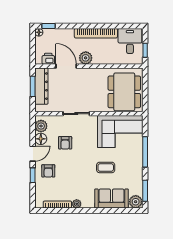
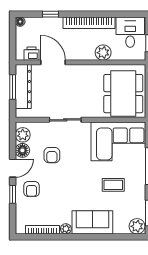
window: (49, 26) -> (51, 14), moved
plant: (86, 58) -> (103, 53), moved
coffee table: (106, 167) -> (113, 185), moved
sofa: (111, 198) -> (92, 222), moved

